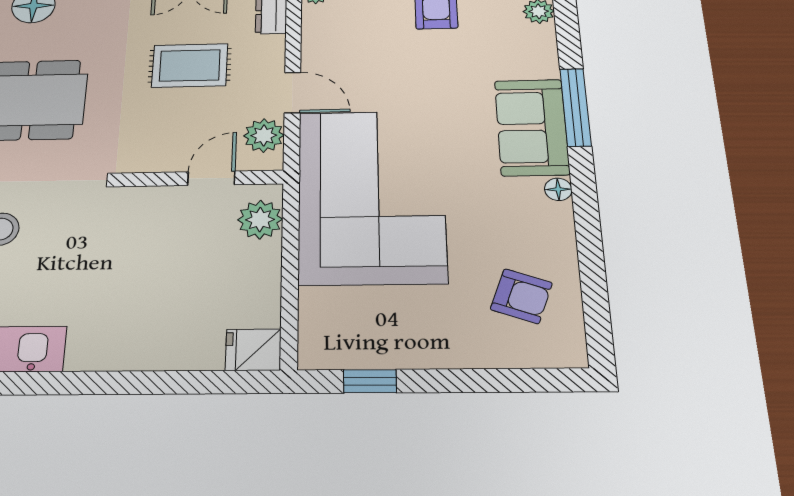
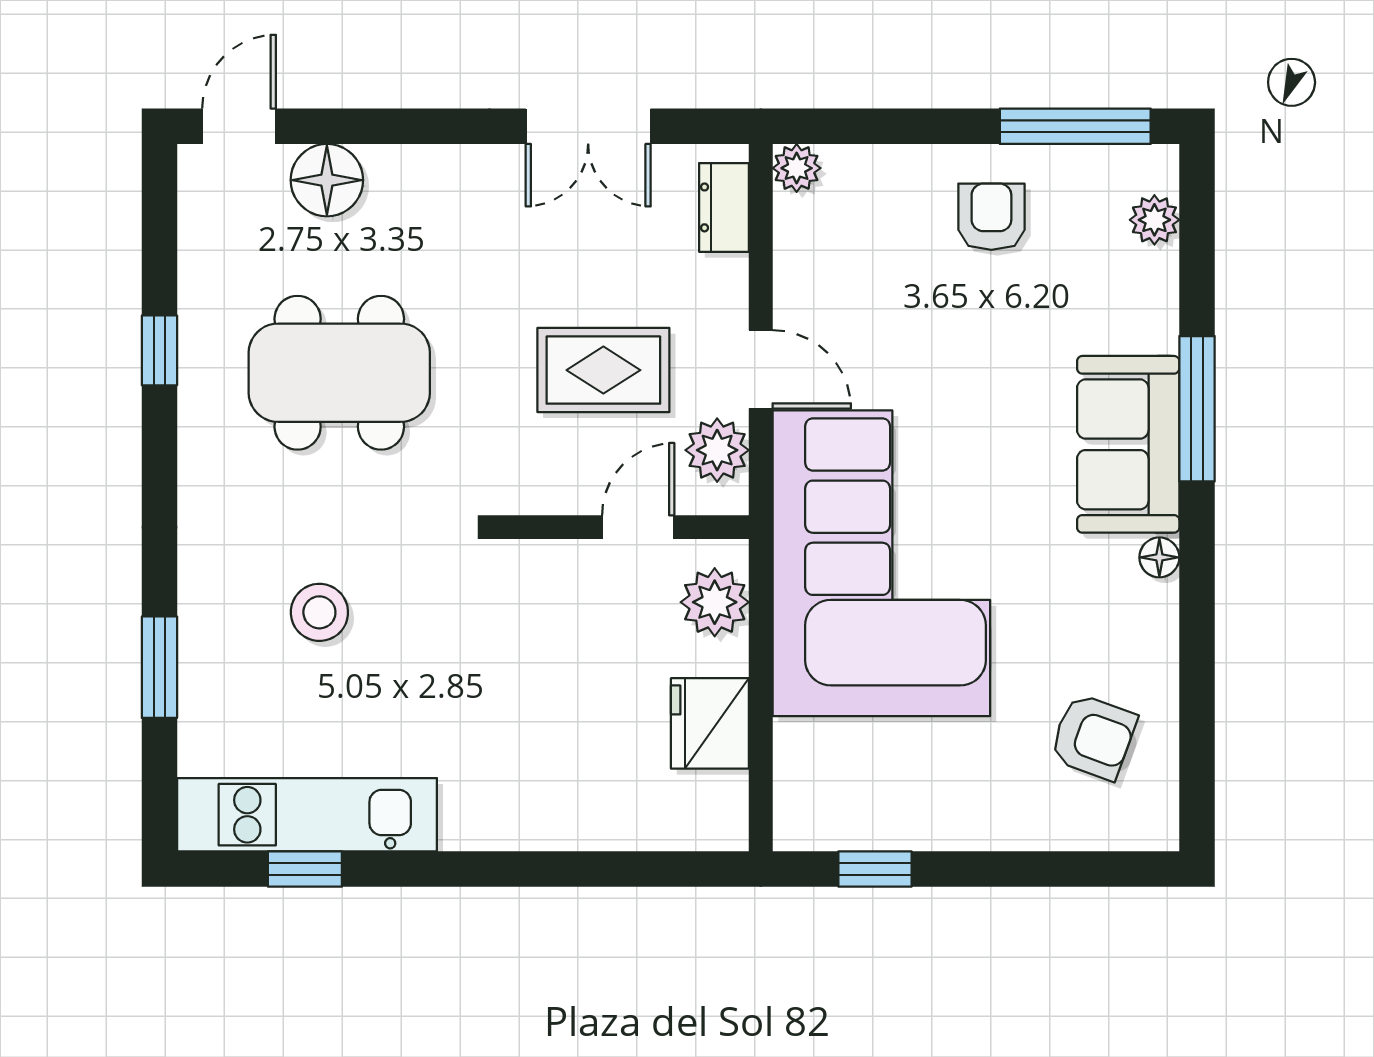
rug: (190, 65) -> (603, 370), moved
fridge: (253, 350) -> (710, 723), moved, width x1.38

